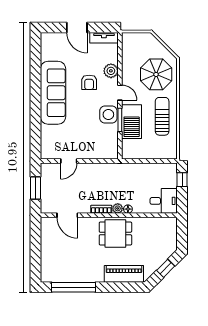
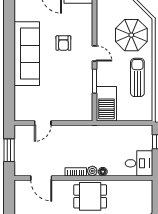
plant: (111, 71) -> (85, 31), removed
side table: (108, 114) -> (83, 76), removed
barbecue: (132, 122) -> (106, 104), moved

